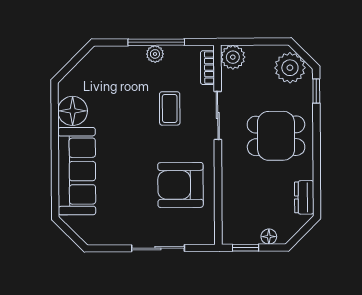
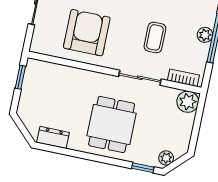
plant: (290, 68) -> (166, 158), width x0.53, depth x0.53
coffee table: (170, 108) -> (155, 37), turned 90
floor lamp: (269, 237) -> (26, 100), removed

